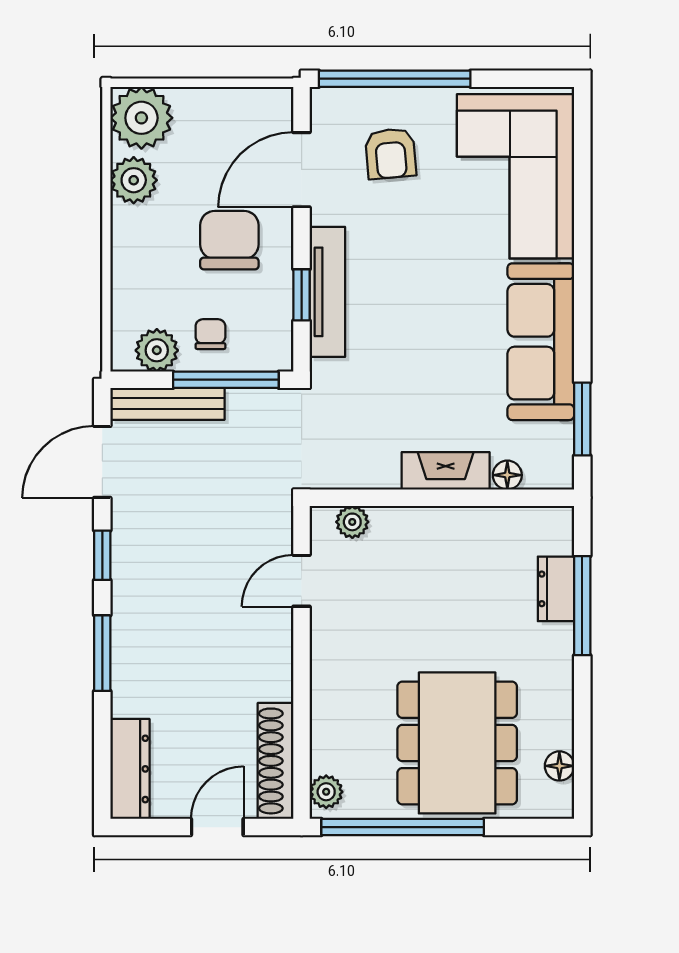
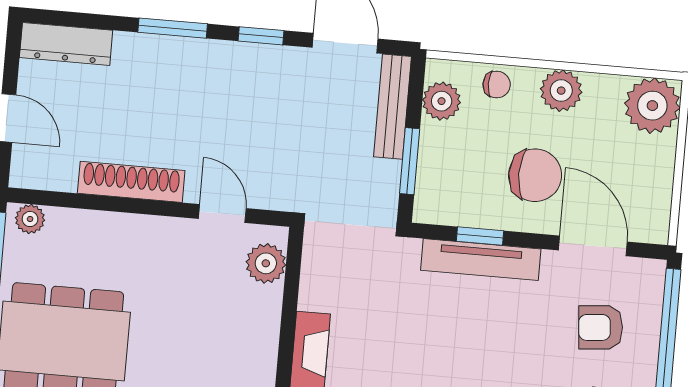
plant: (134, 180) -> (561, 91), moved
chair: (210, 334) -> (497, 85), moved
window: (226, 380) -> (410, 161), width x0.69
plant: (352, 522) -> (266, 263), width x1.38, depth x1.38
shoe rack: (276, 761) -> (131, 182), moved

